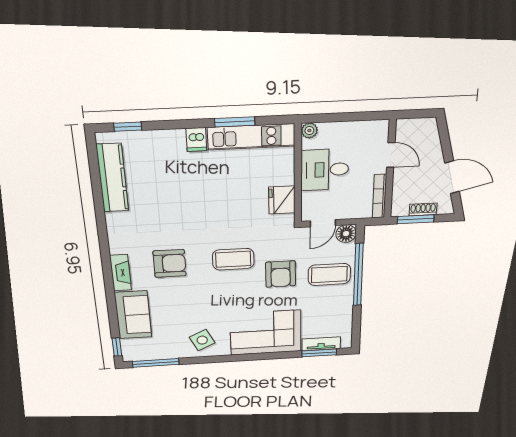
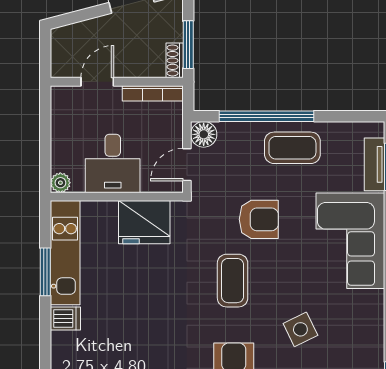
fridge: (282, 200) -> (144, 222), width x1.36, depth x1.34
shoe rack: (423, 209) -> (175, 60), moved
door: (323, 223) -> (187, 165), swing flipped
coffee table: (329, 274) -> (292, 148), moved, turned 90
side table: (202, 340) -> (300, 329), moved

